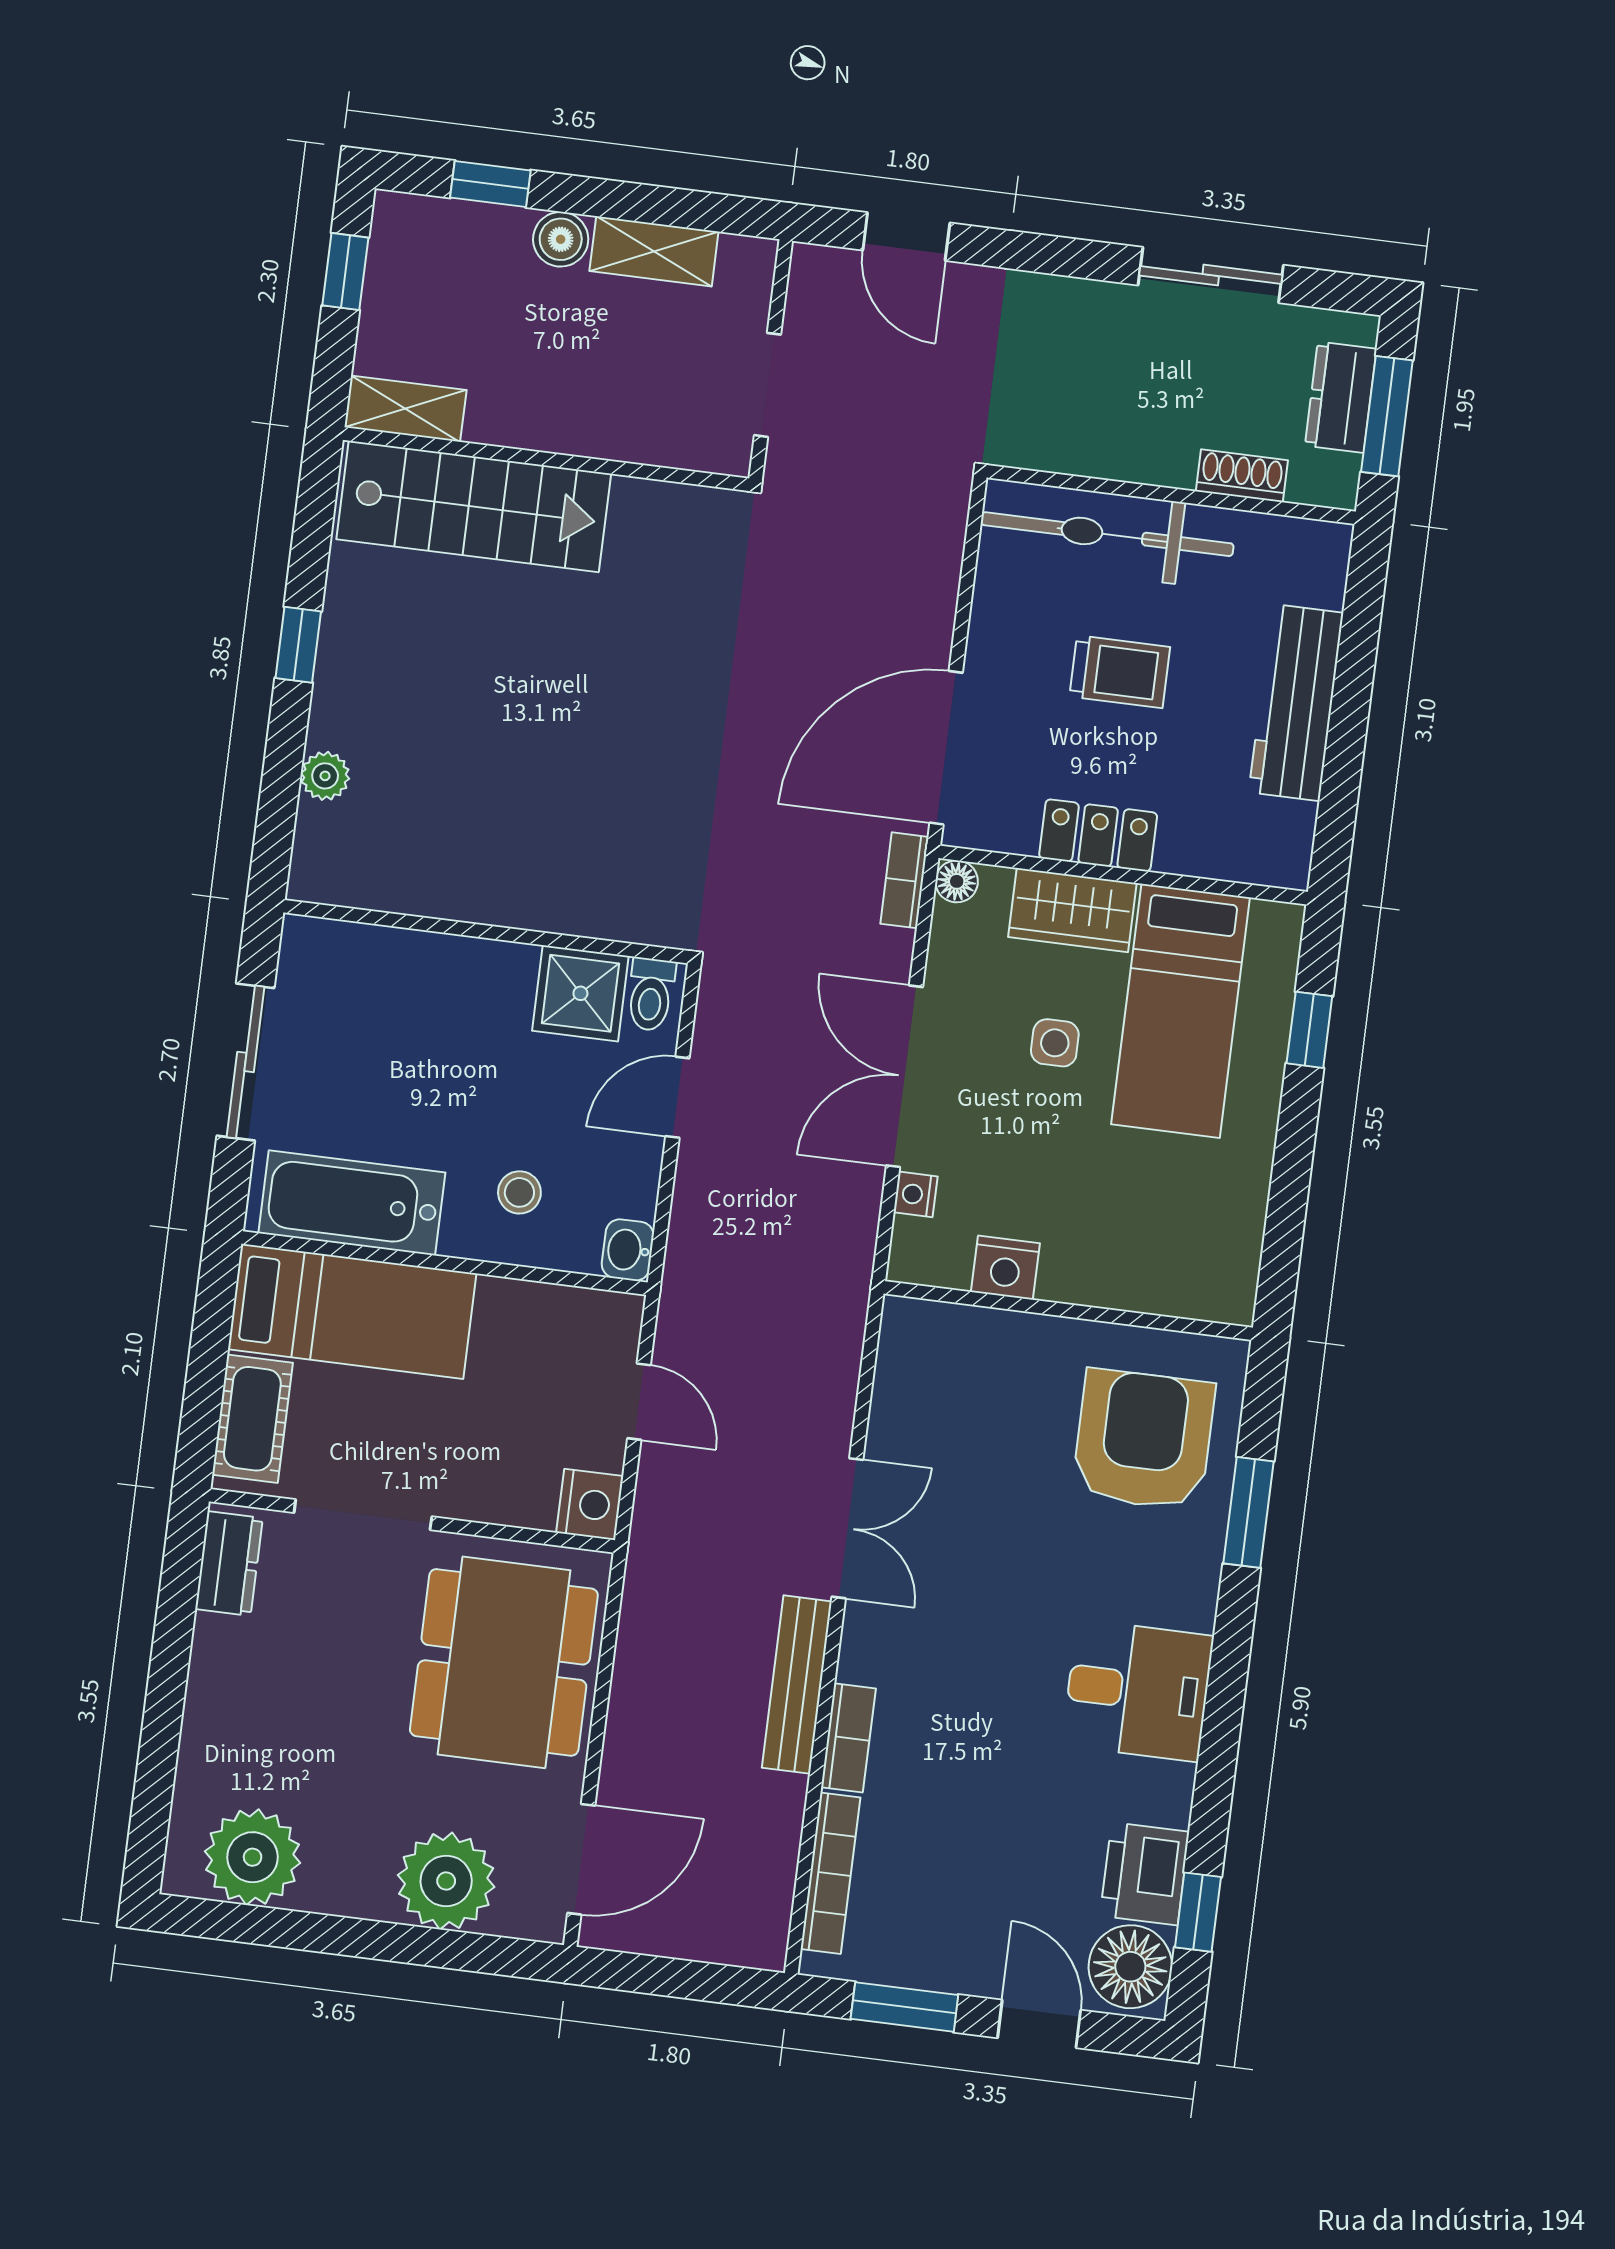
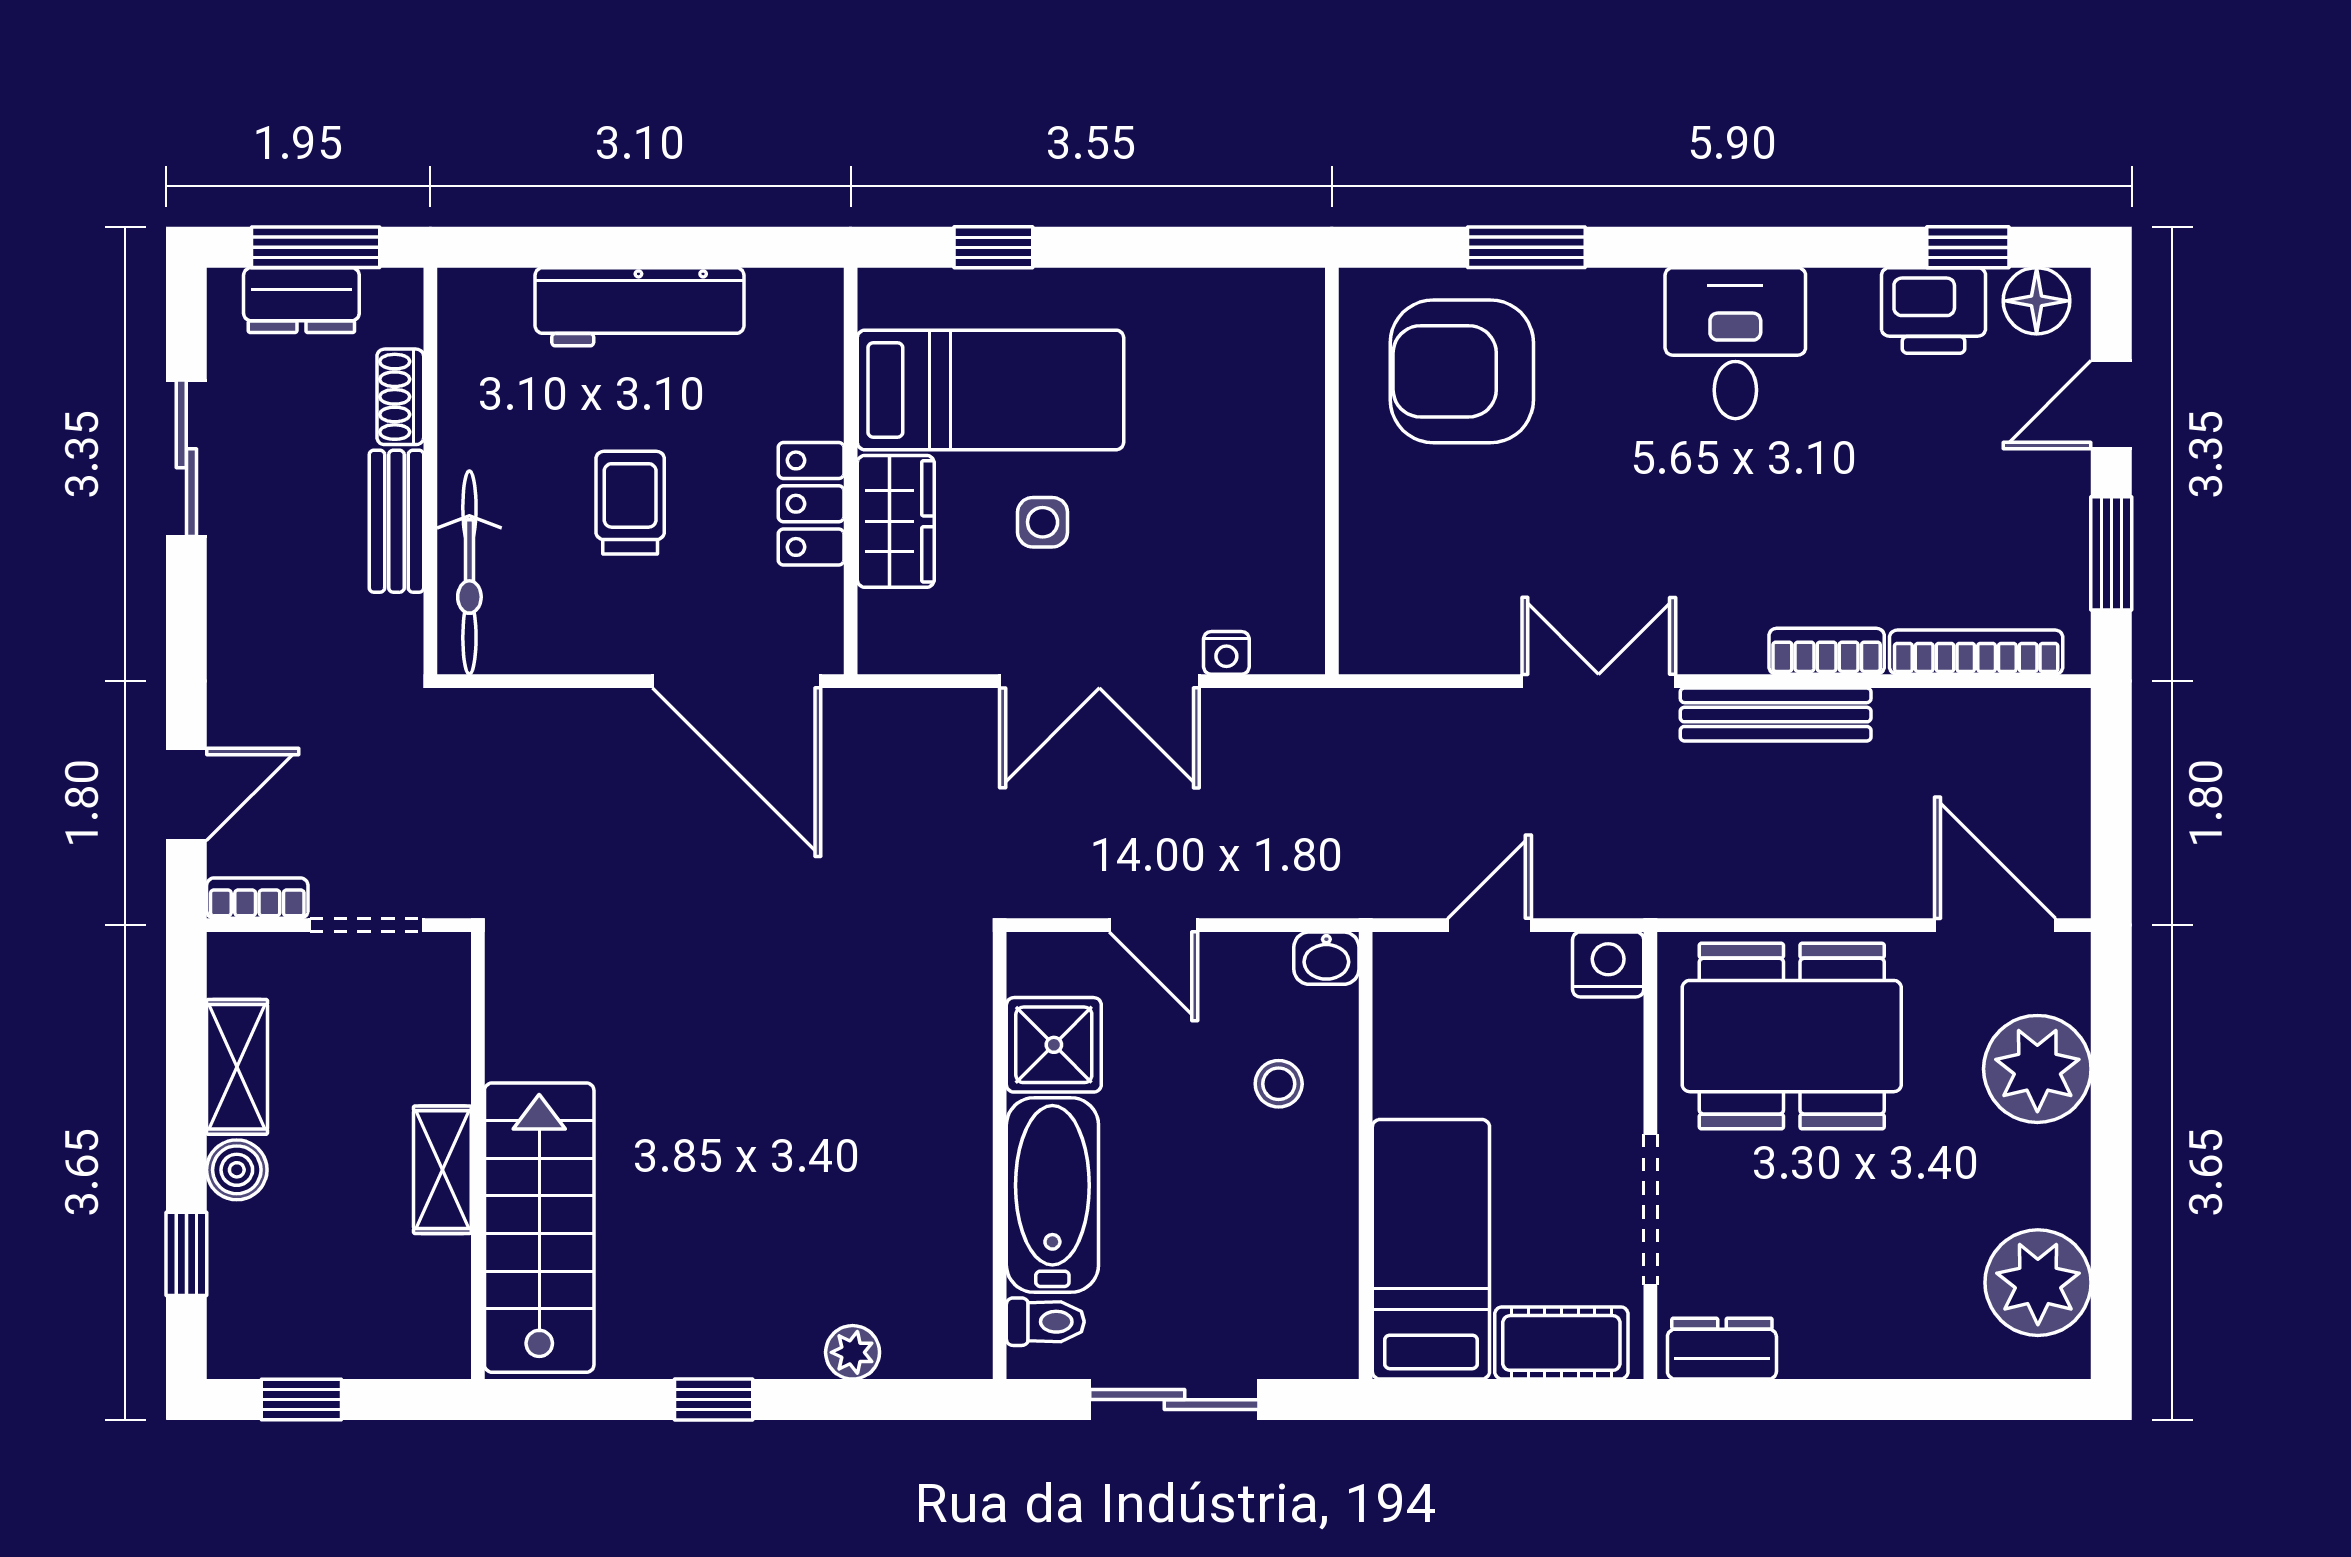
shelving: (405, 409) -> (442, 1170), moved
bench: (1130, 458) -> (396, 521), added
bicycle: (1107, 534) -> (469, 573), width x0.73, depth x0.71
bookcase: (904, 880) -> (257, 898), moved, turned 180
floor lamp: (957, 881) -> (880, 651), removed
toilet: (651, 994) -> (1045, 1322), moved
bathtub: (352, 1203) -> (1052, 1195), moved, turned 180
nightstand: (1005, 1268) -> (1294, 545), removed
floor lamp: (1130, 1967) -> (2037, 301), width x0.73, depth x0.73

